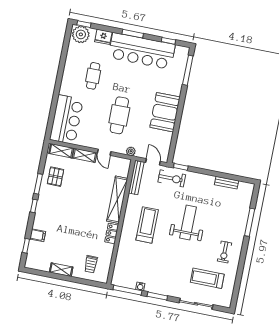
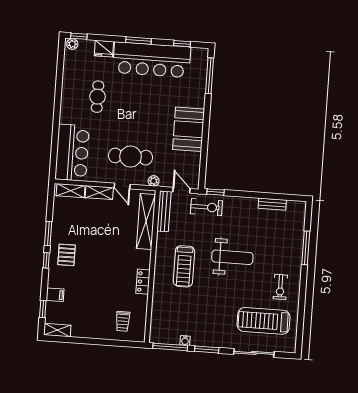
plant: (81, 34) -> (72, 44), width x0.53, depth x0.53
cafe table: (119, 115) -> (130, 157), moved, turned 90
pallet: (56, 177) -> (67, 255), moved
shelving: (117, 200) -> (146, 221), moved
weight bench: (188, 222) -> (232, 257), turned 90
treadmill: (147, 225) -> (184, 266), turned 180
shelving: (61, 270) -> (57, 330), moved
treadmill: (207, 278) -> (264, 321), width x1.37, depth x1.38

